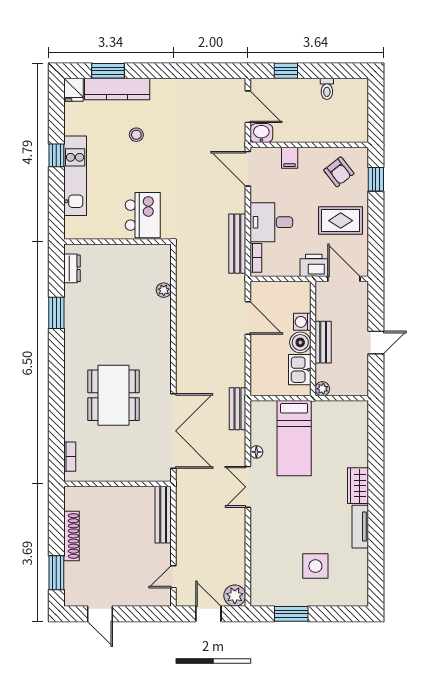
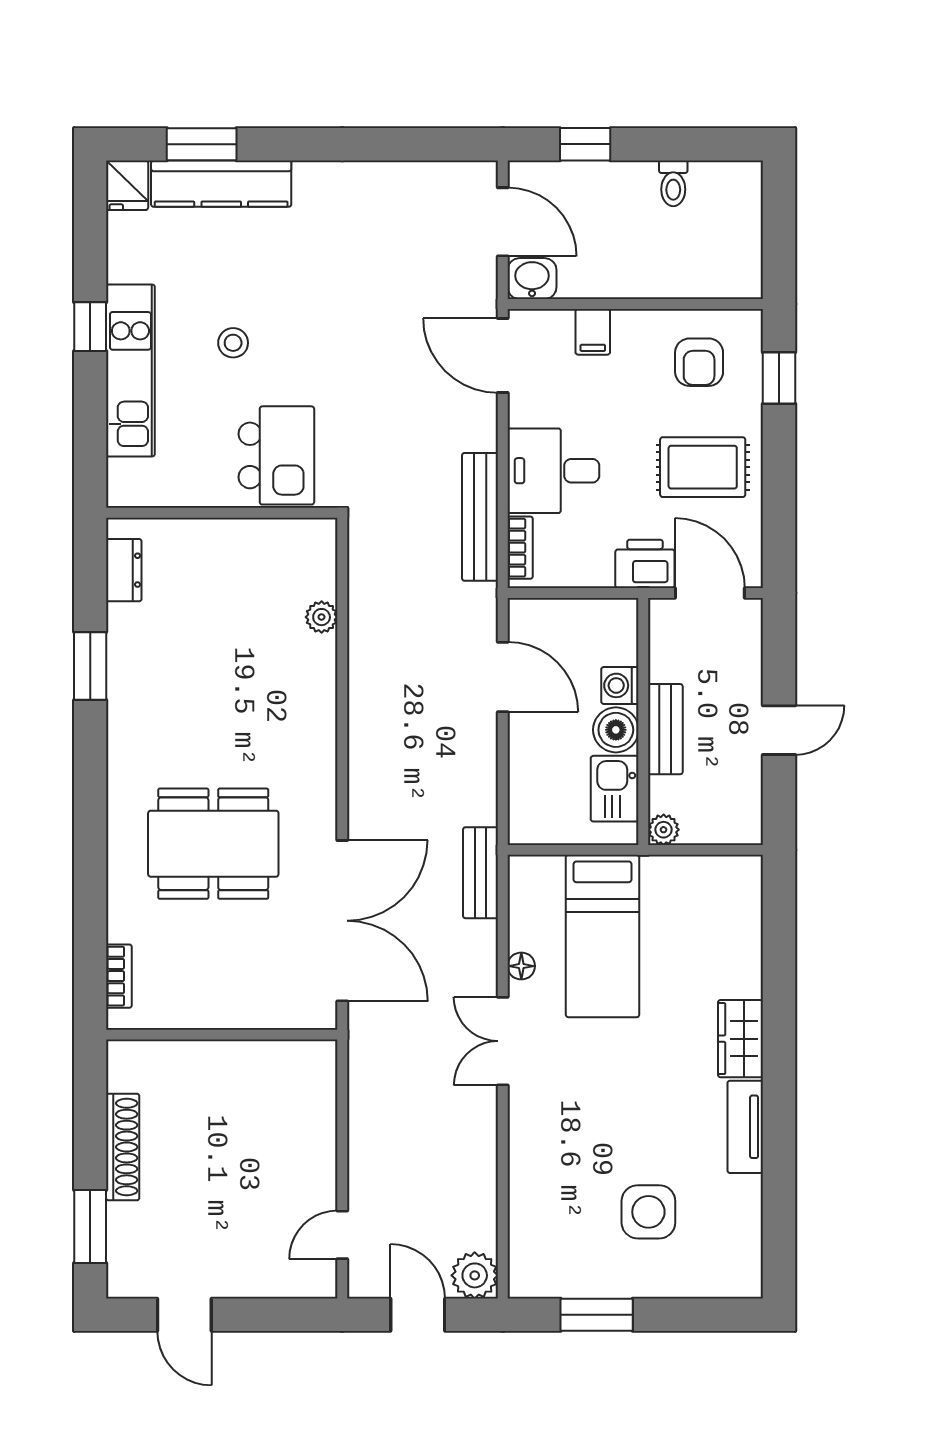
stool: (136, 135) -> (233, 343), moved
armchair: (339, 172) -> (699, 362), turned 38
dining table: (113, 395) -> (213, 844), turned 90
bench: (163, 515) -> (320, 1101), removed

